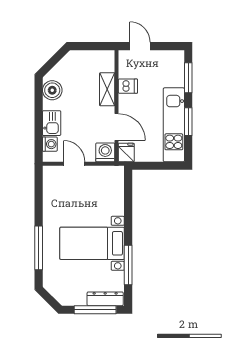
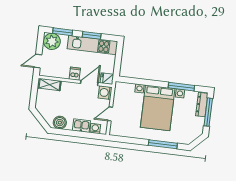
plant: (172, 64) -> (52, 41), added
dishwasher: (128, 86) -> (75, 74), moved
shelving: (107, 89) -> (50, 84), moved
bed with nightstands: (92, 243) -> (158, 108), width x1.36

